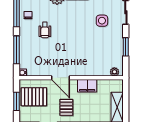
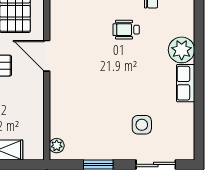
door: (61, 78) -> (47, 56), hinge flipped
filing cabinet: (87, 86) -> (33, 100), removed

